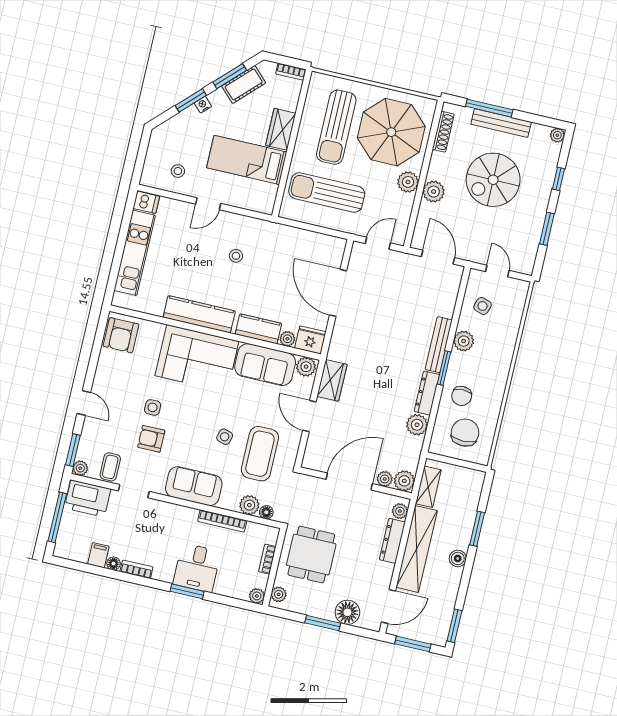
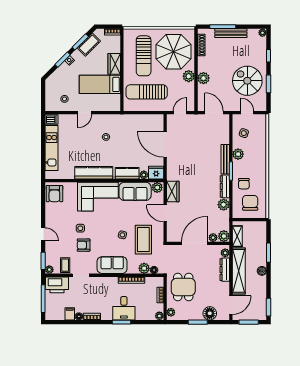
spiral stairs: (493, 180) -> (247, 81), moved, turned 90

